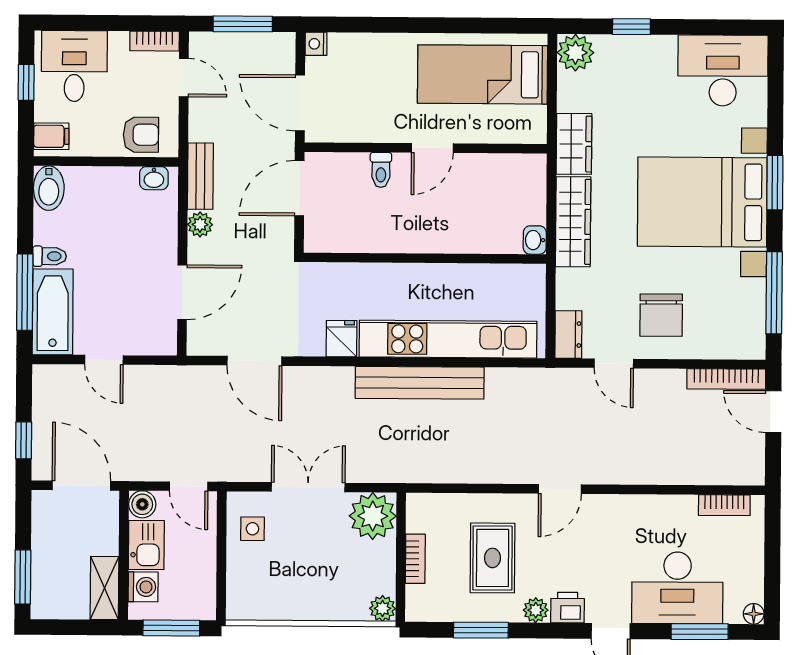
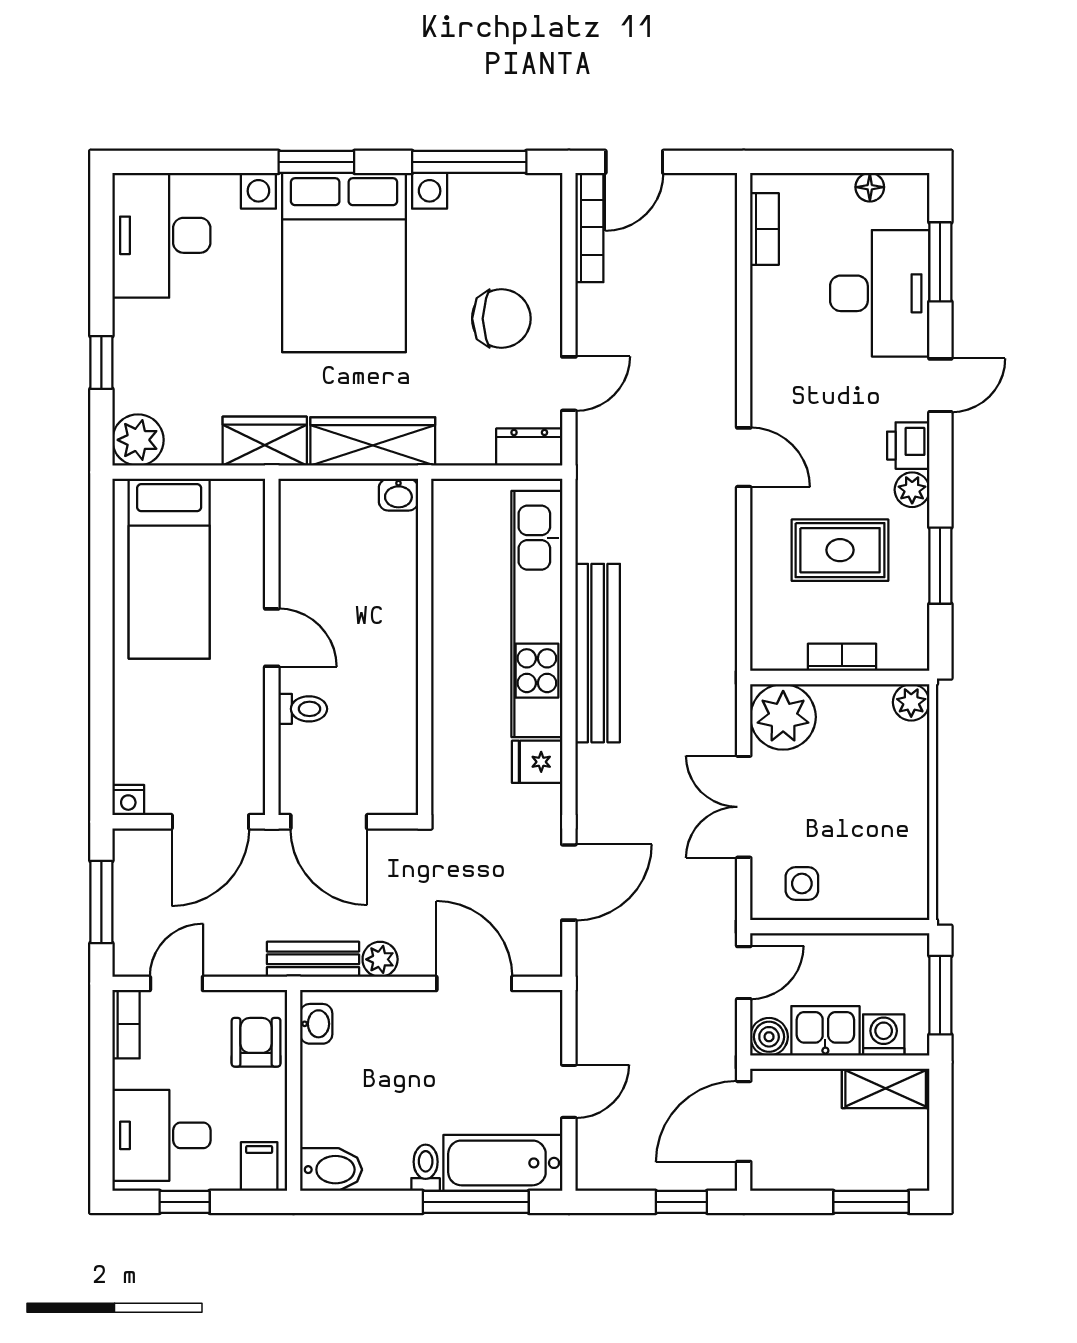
floor lamp: (754, 614) -> (870, 187), moved

